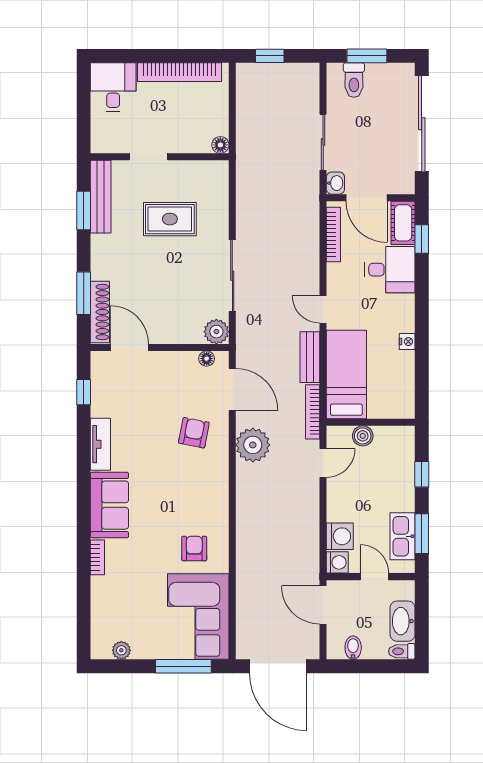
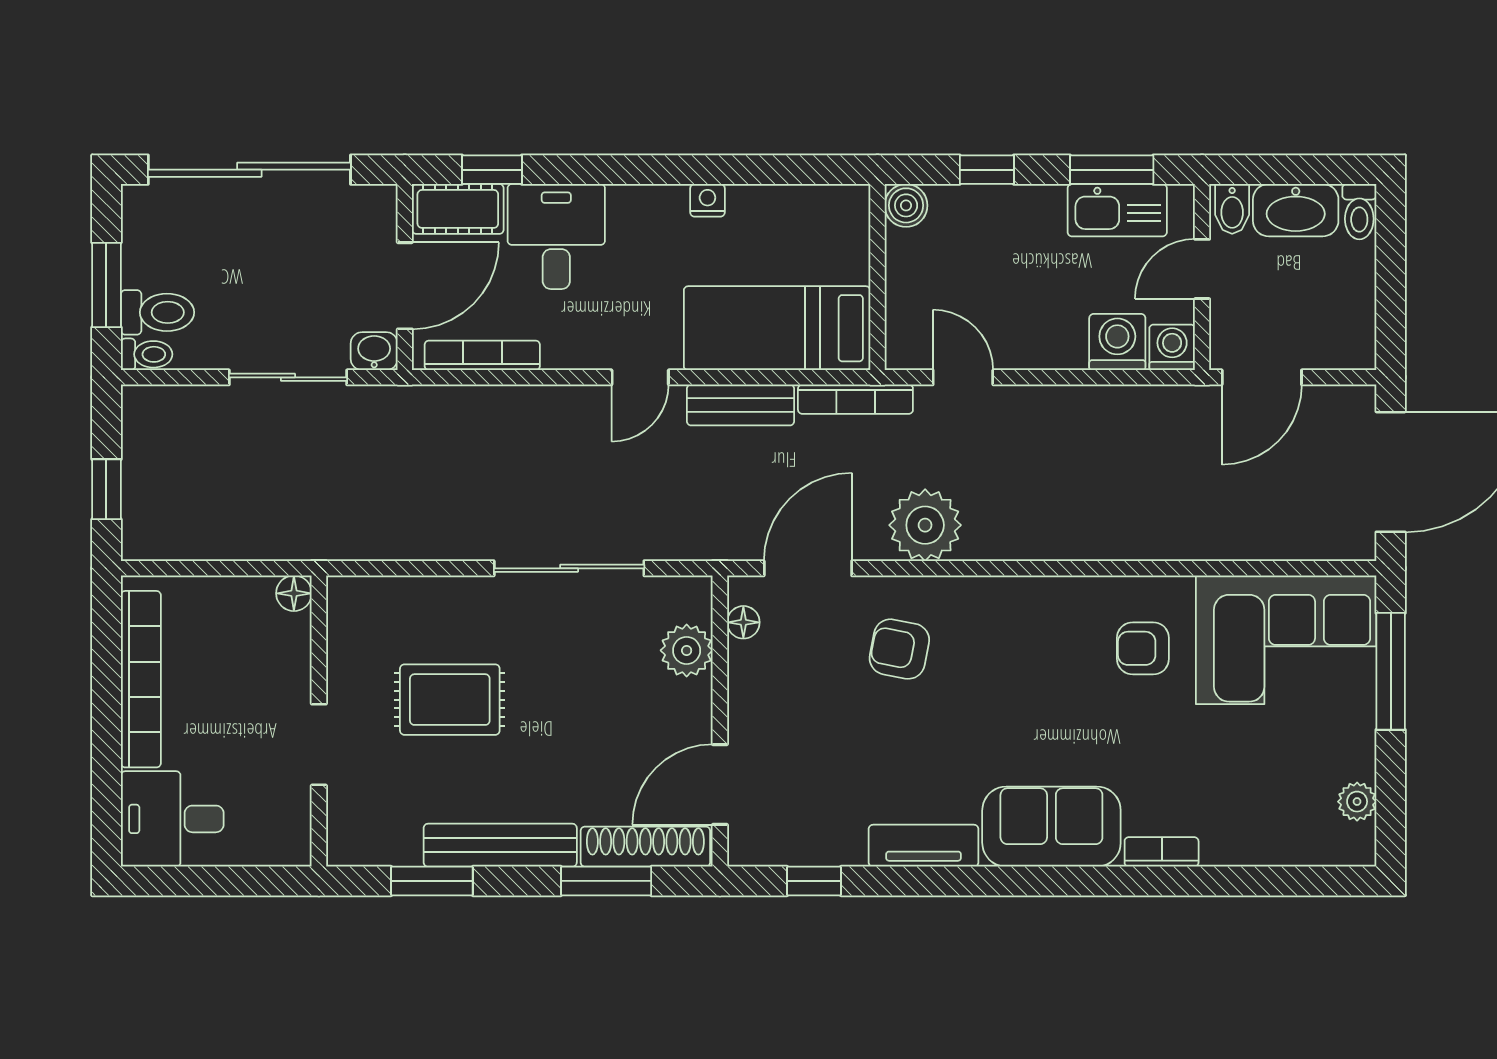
toilet: (334, 75) -> (147, 354), added
bench: (101, 197) -> (500, 845), moved
rug: (170, 219) -> (450, 700), turned 90
plant: (216, 332) -> (687, 650), moved
boiler: (363, 436) -> (906, 205), moved
bidet: (353, 648) -> (1232, 209), moved, turned -90

